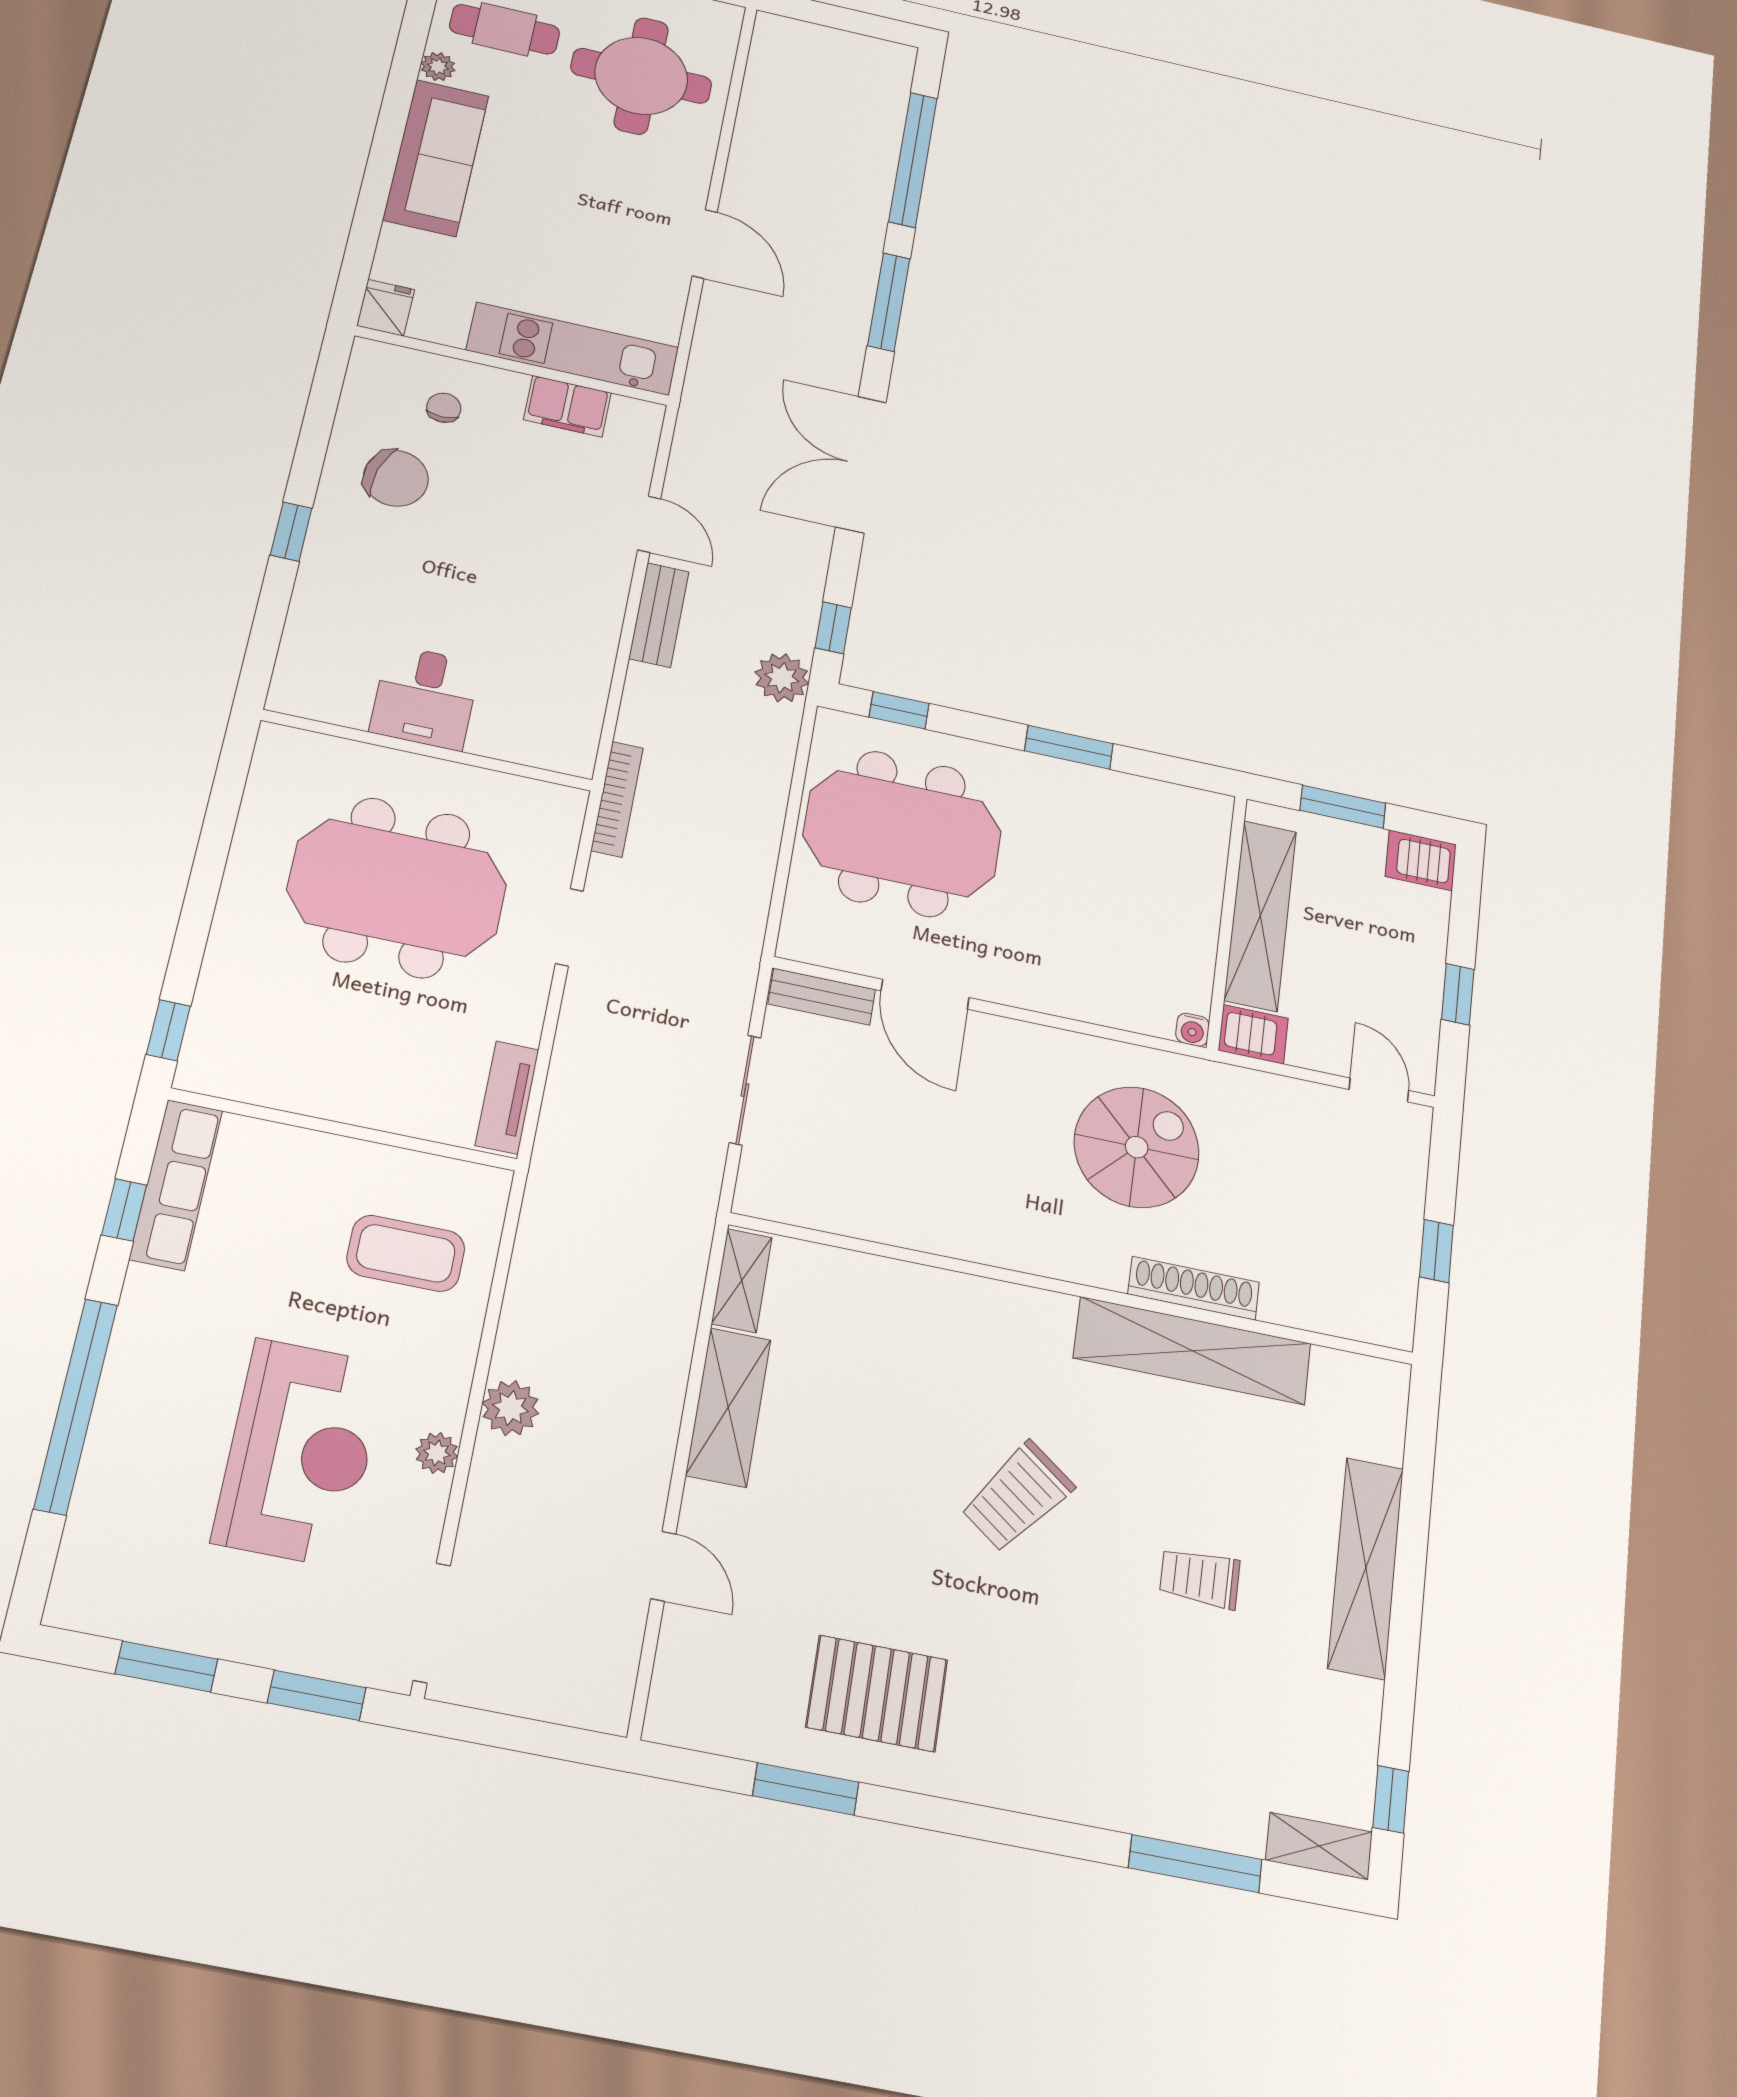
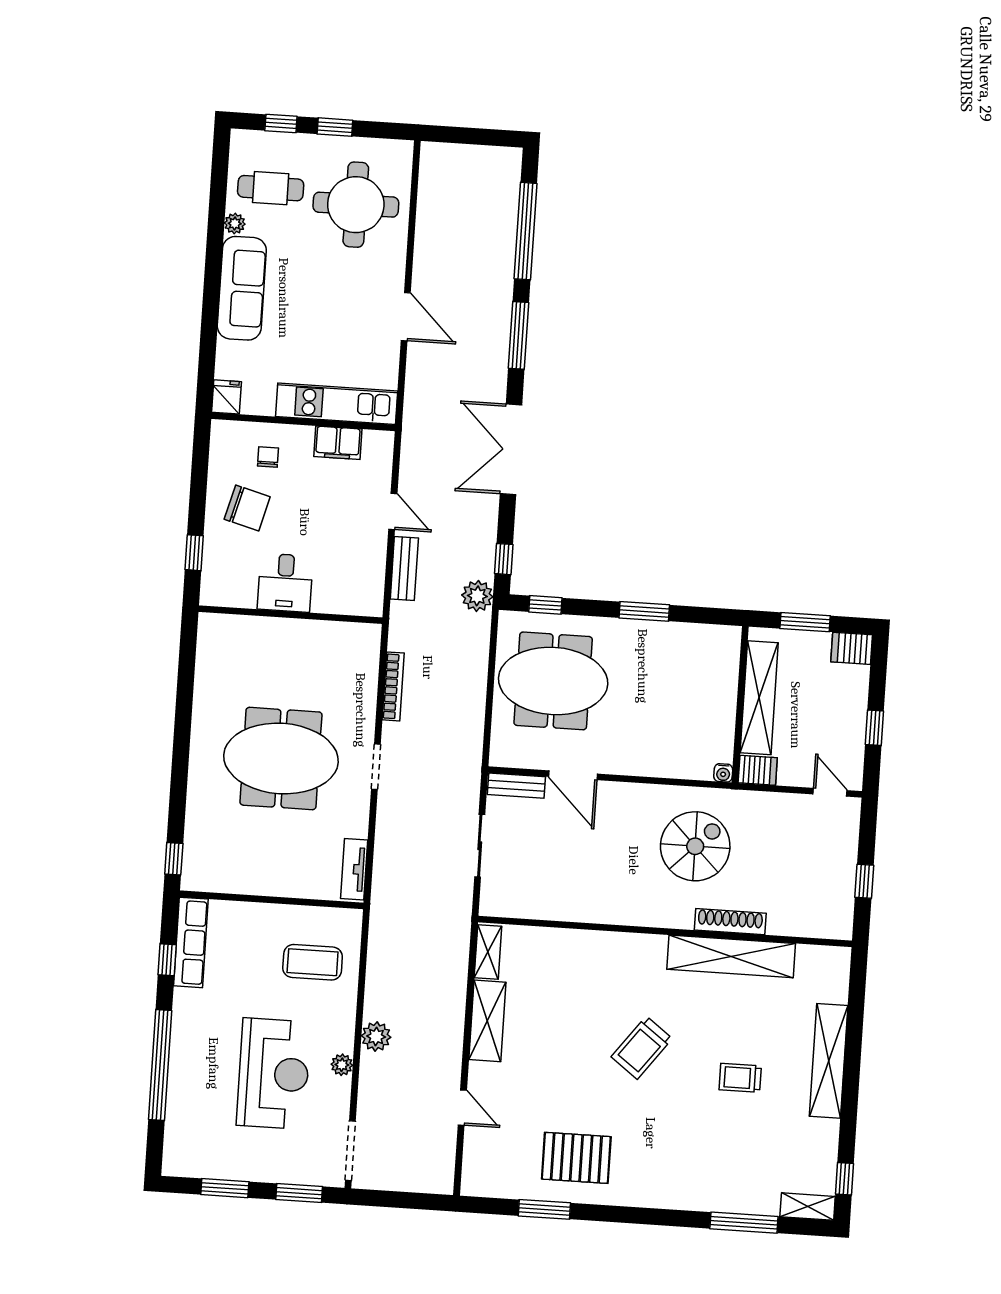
desk: (425, 697) -> (285, 583), moved
wall: (427, 750) -> (290, 615), moved

